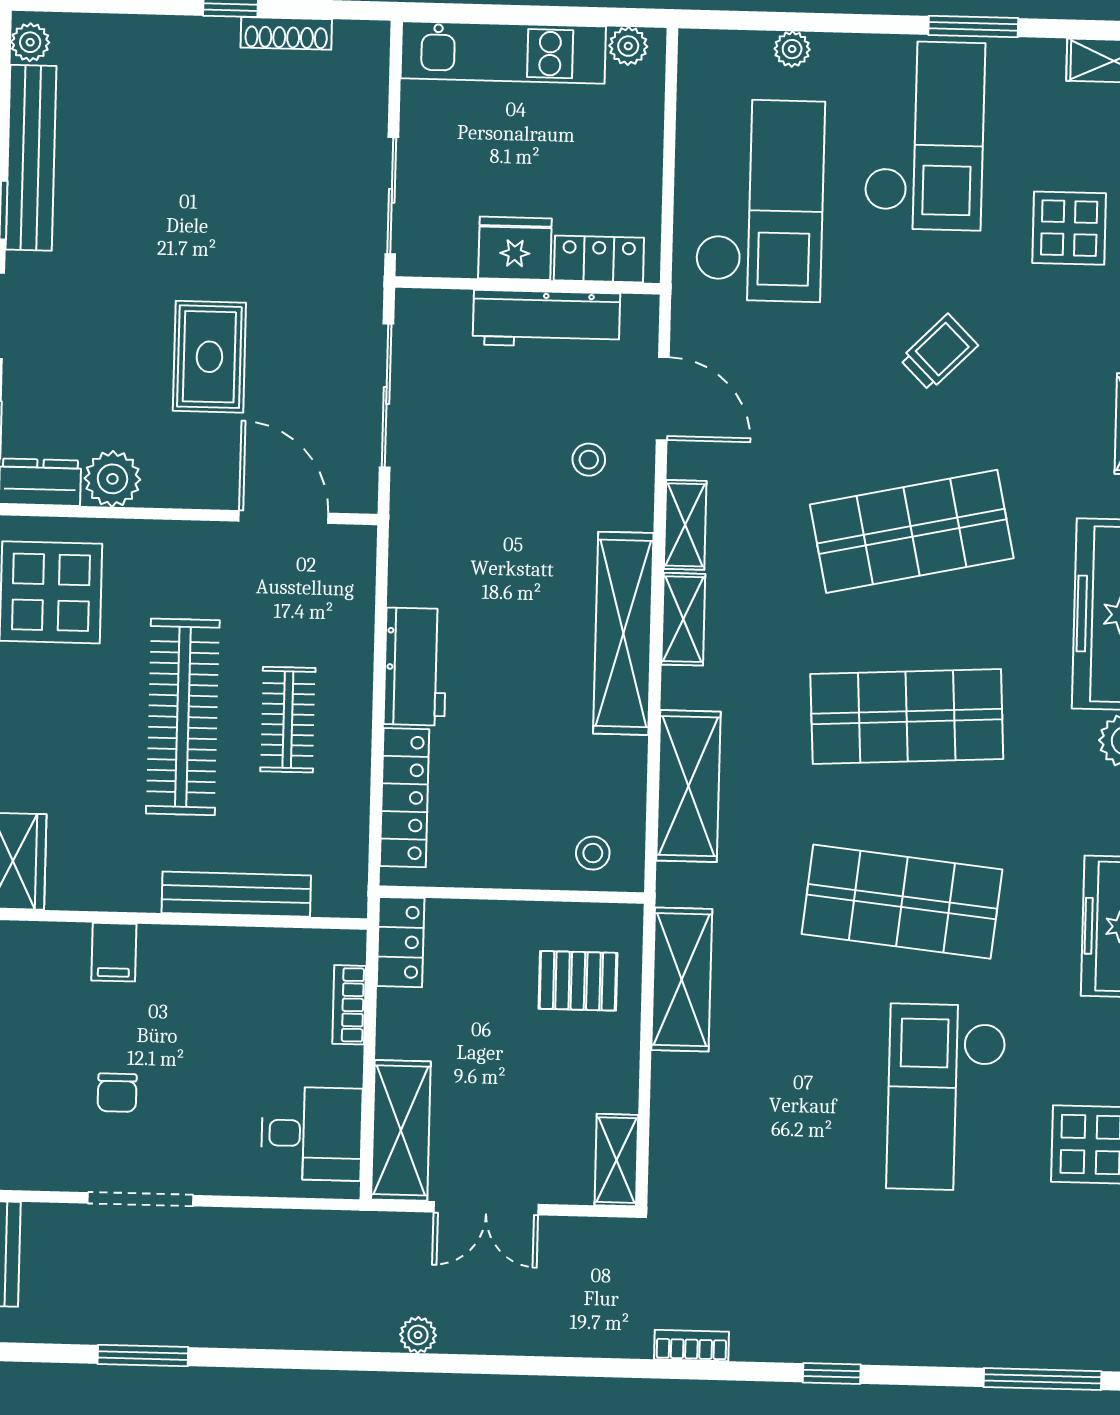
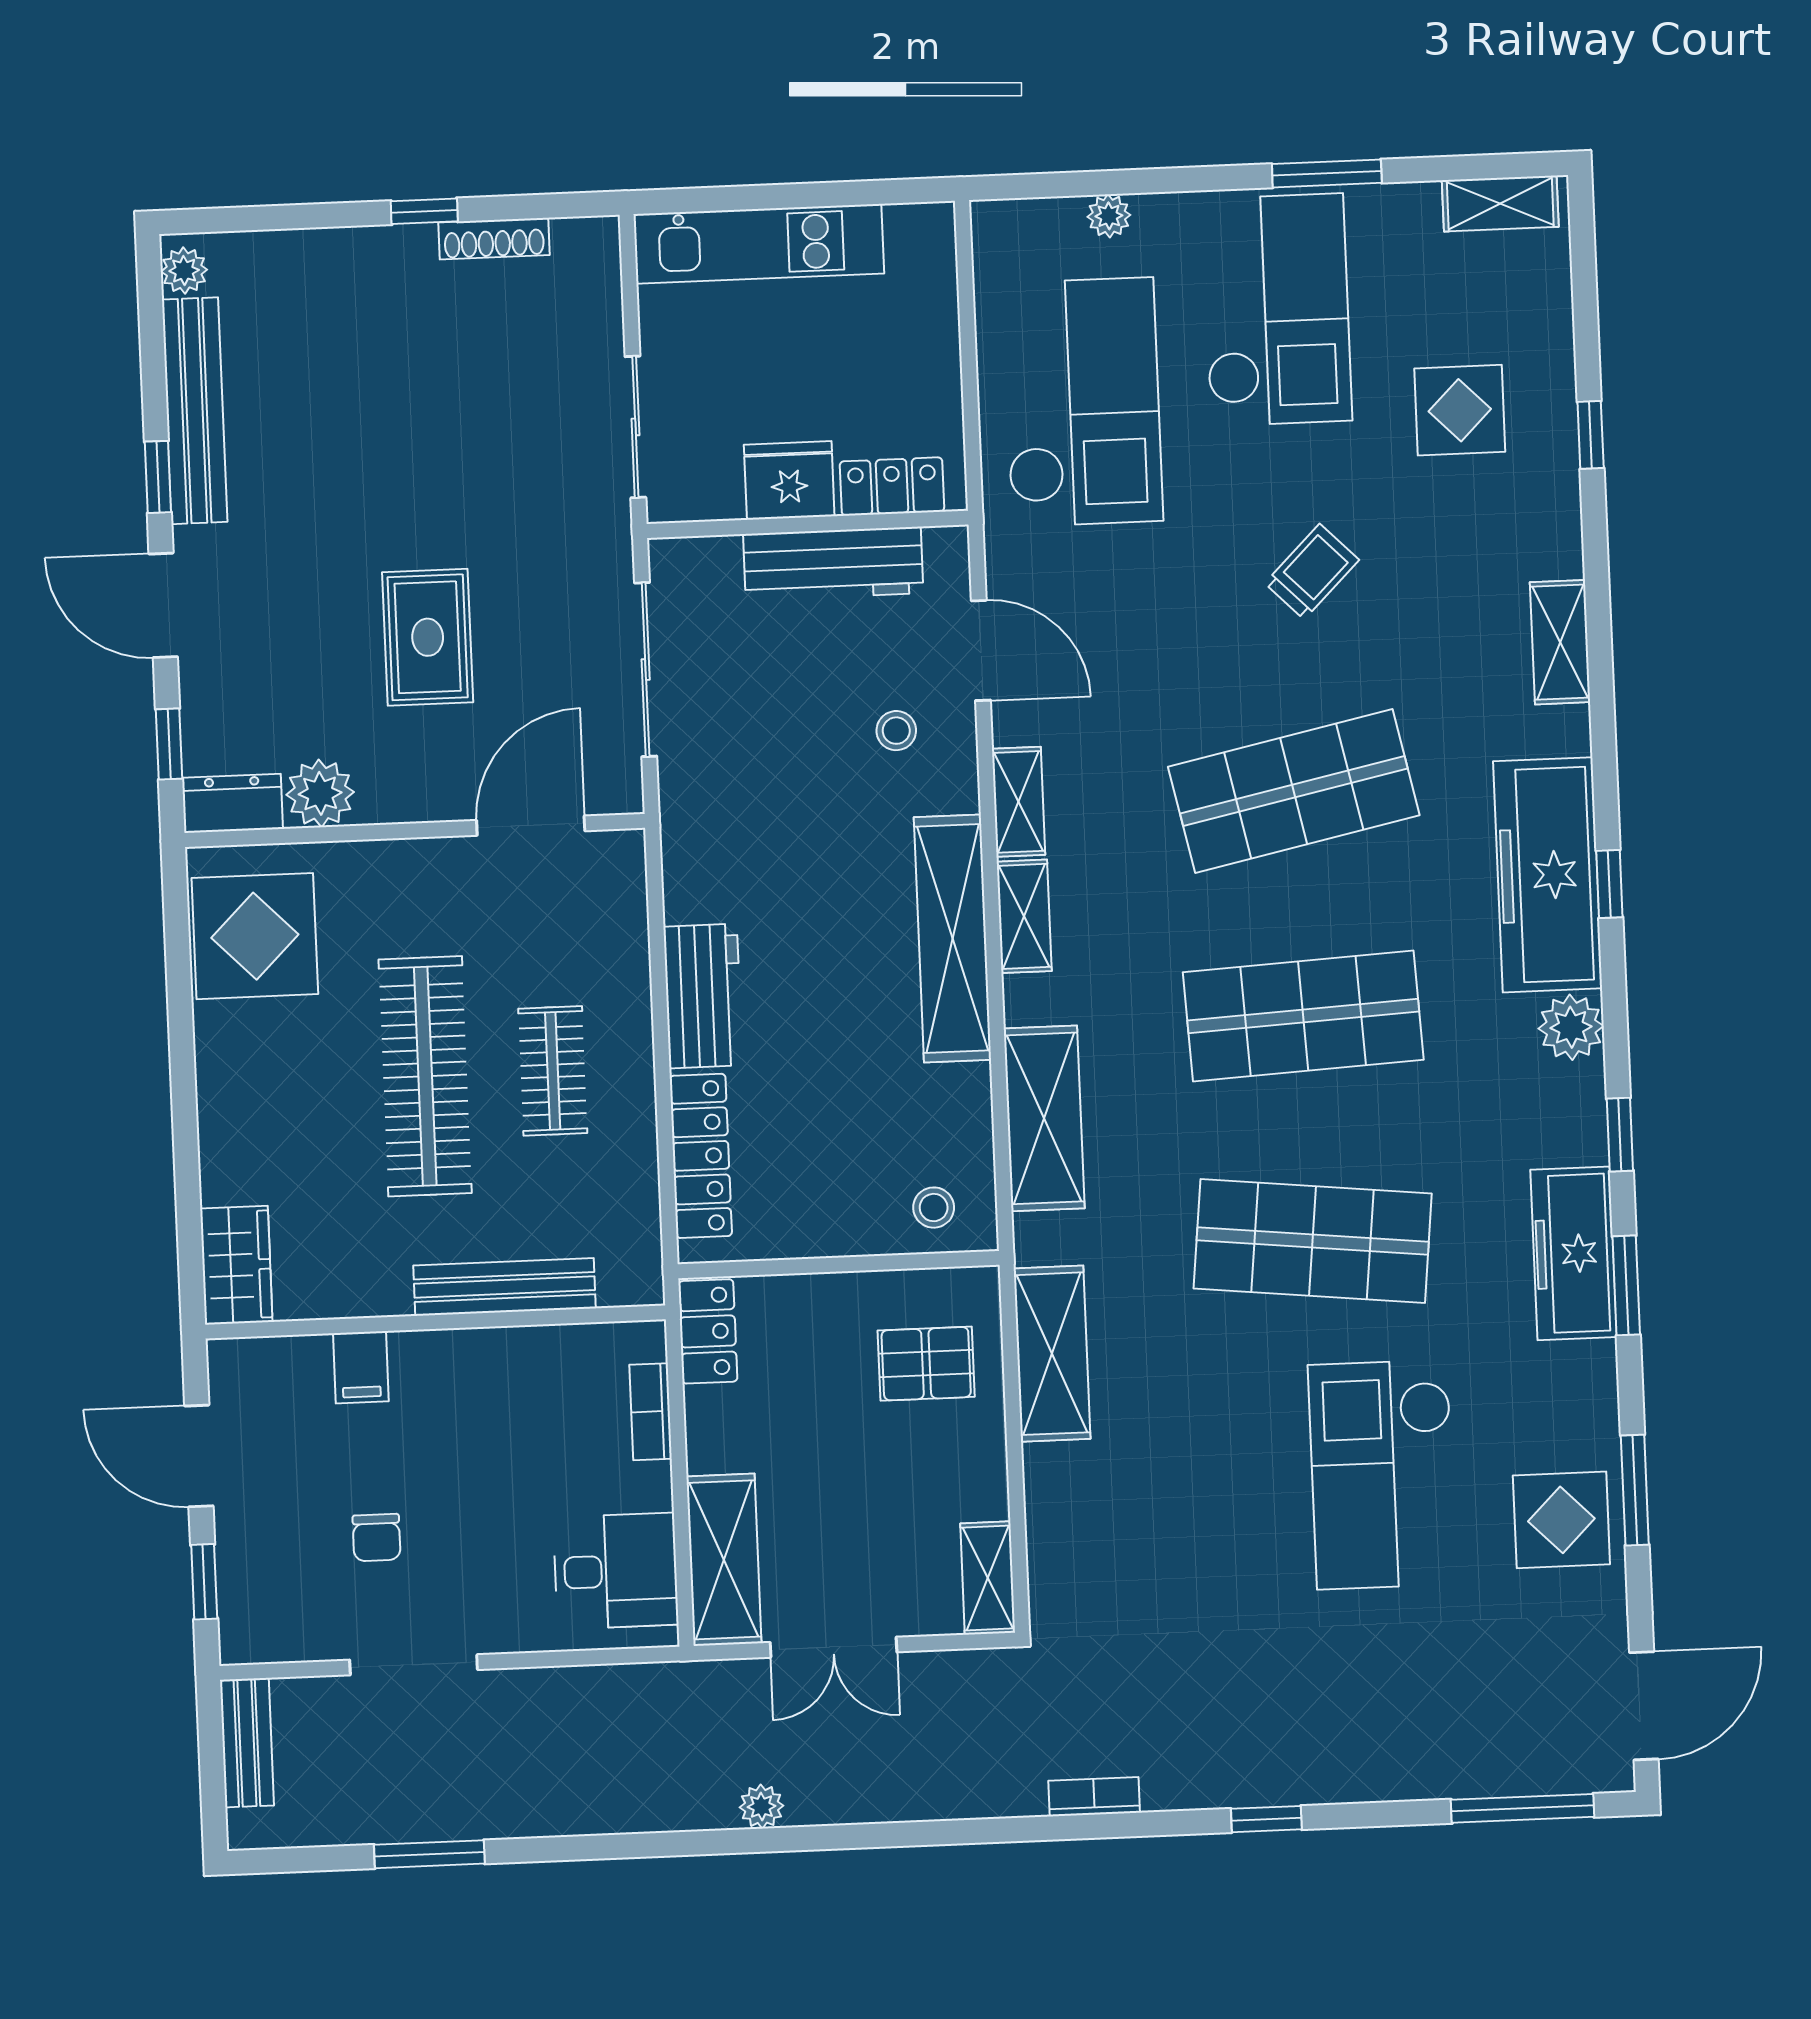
plant: (628, 46) -> (910, 226), removed
door: (284, 517) -> (531, 826), hinge flipped

